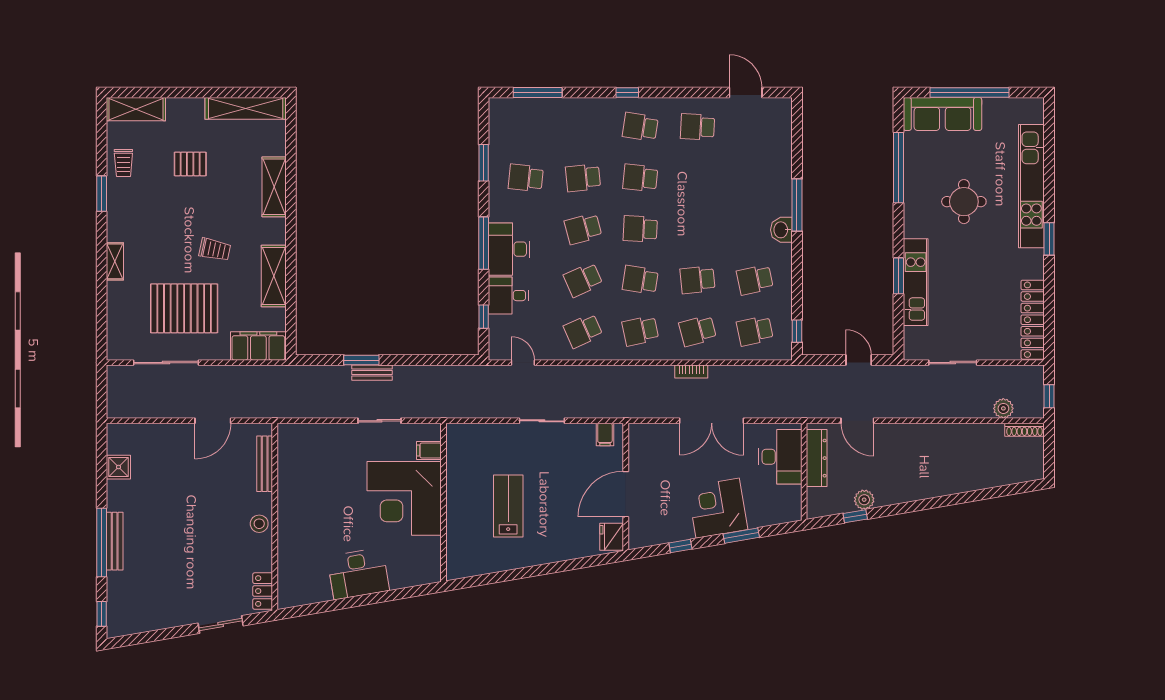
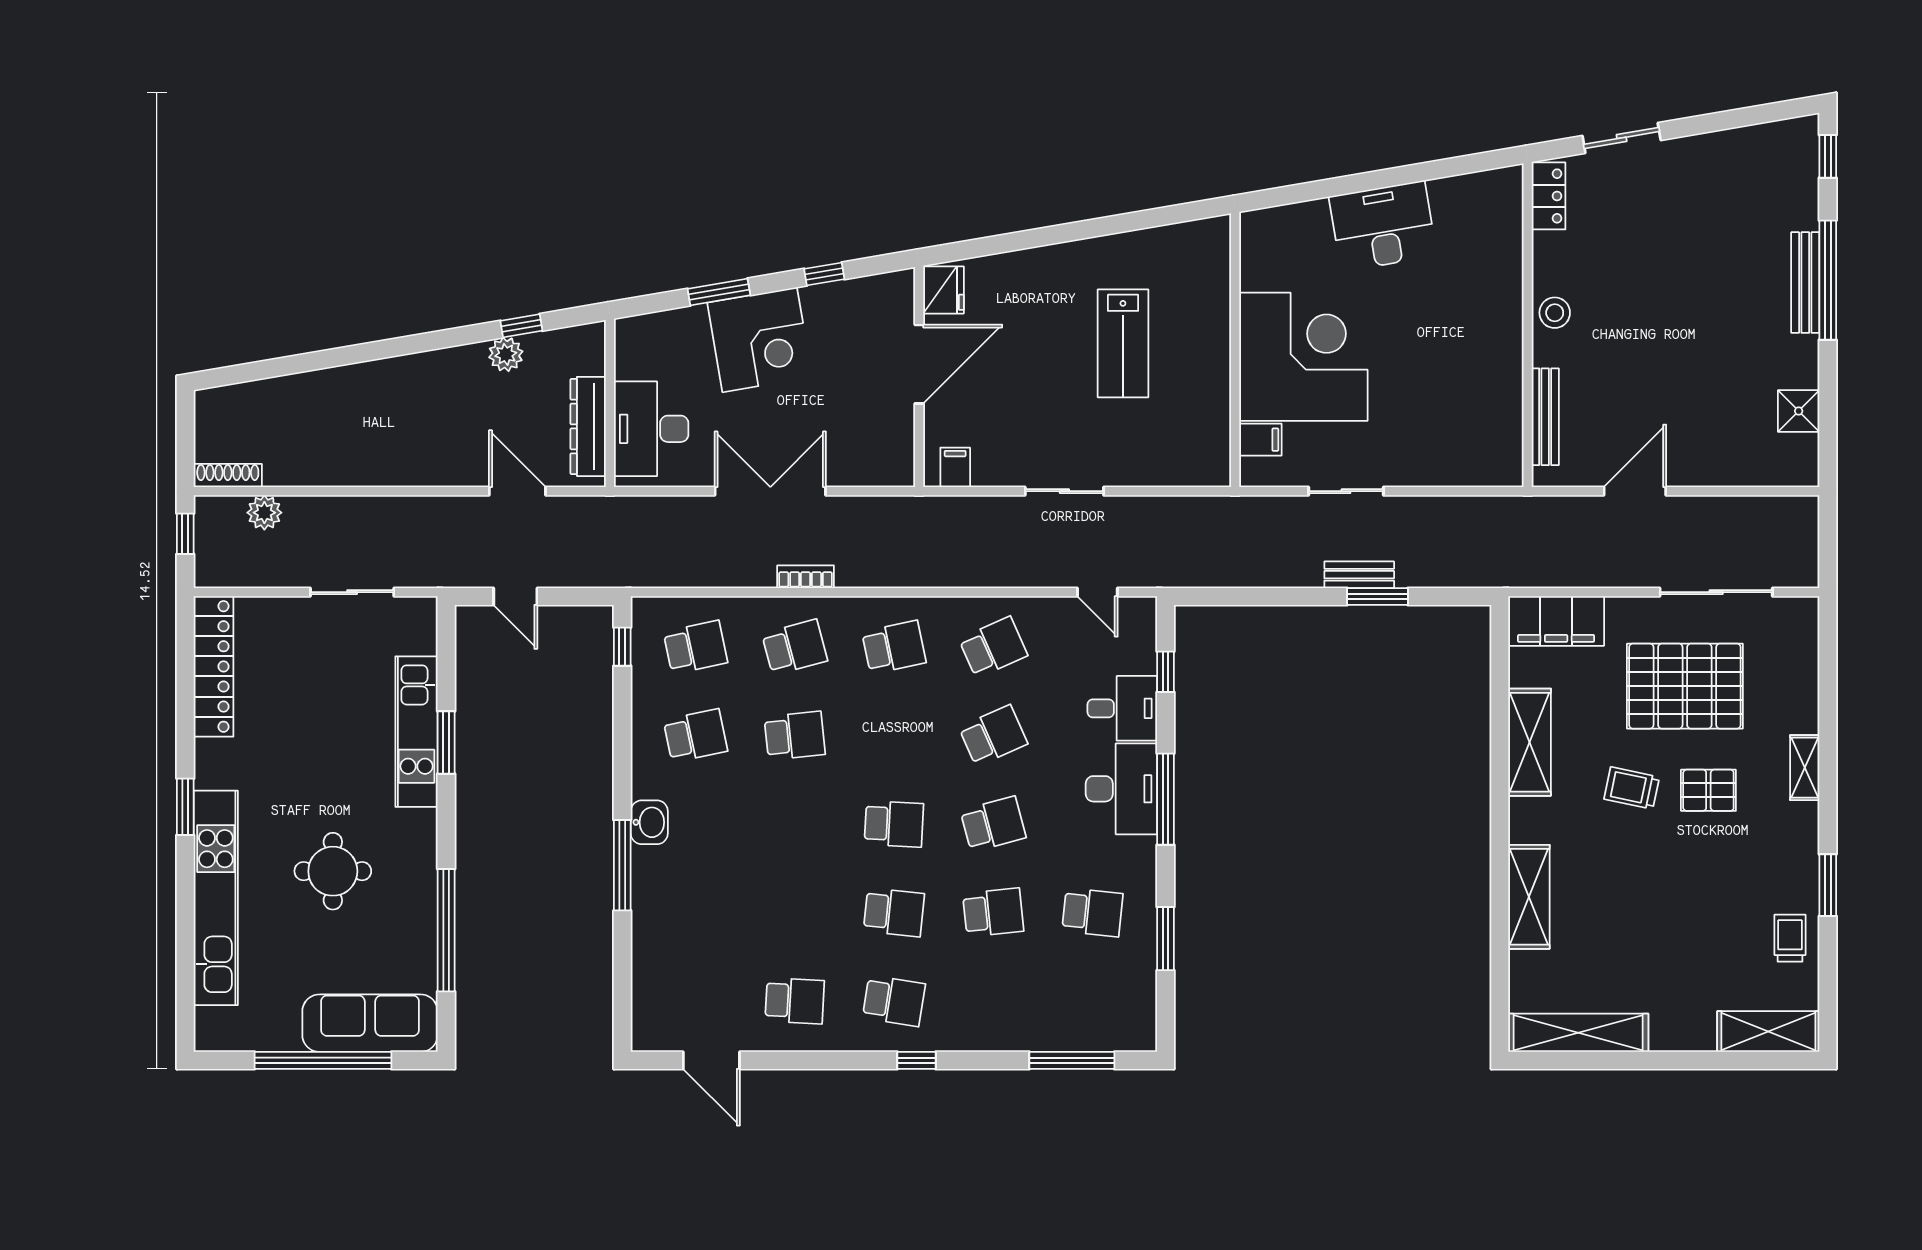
pallet: (190, 164) -> (1708, 790), moved
school desk: (640, 280) -> (894, 736), removed

